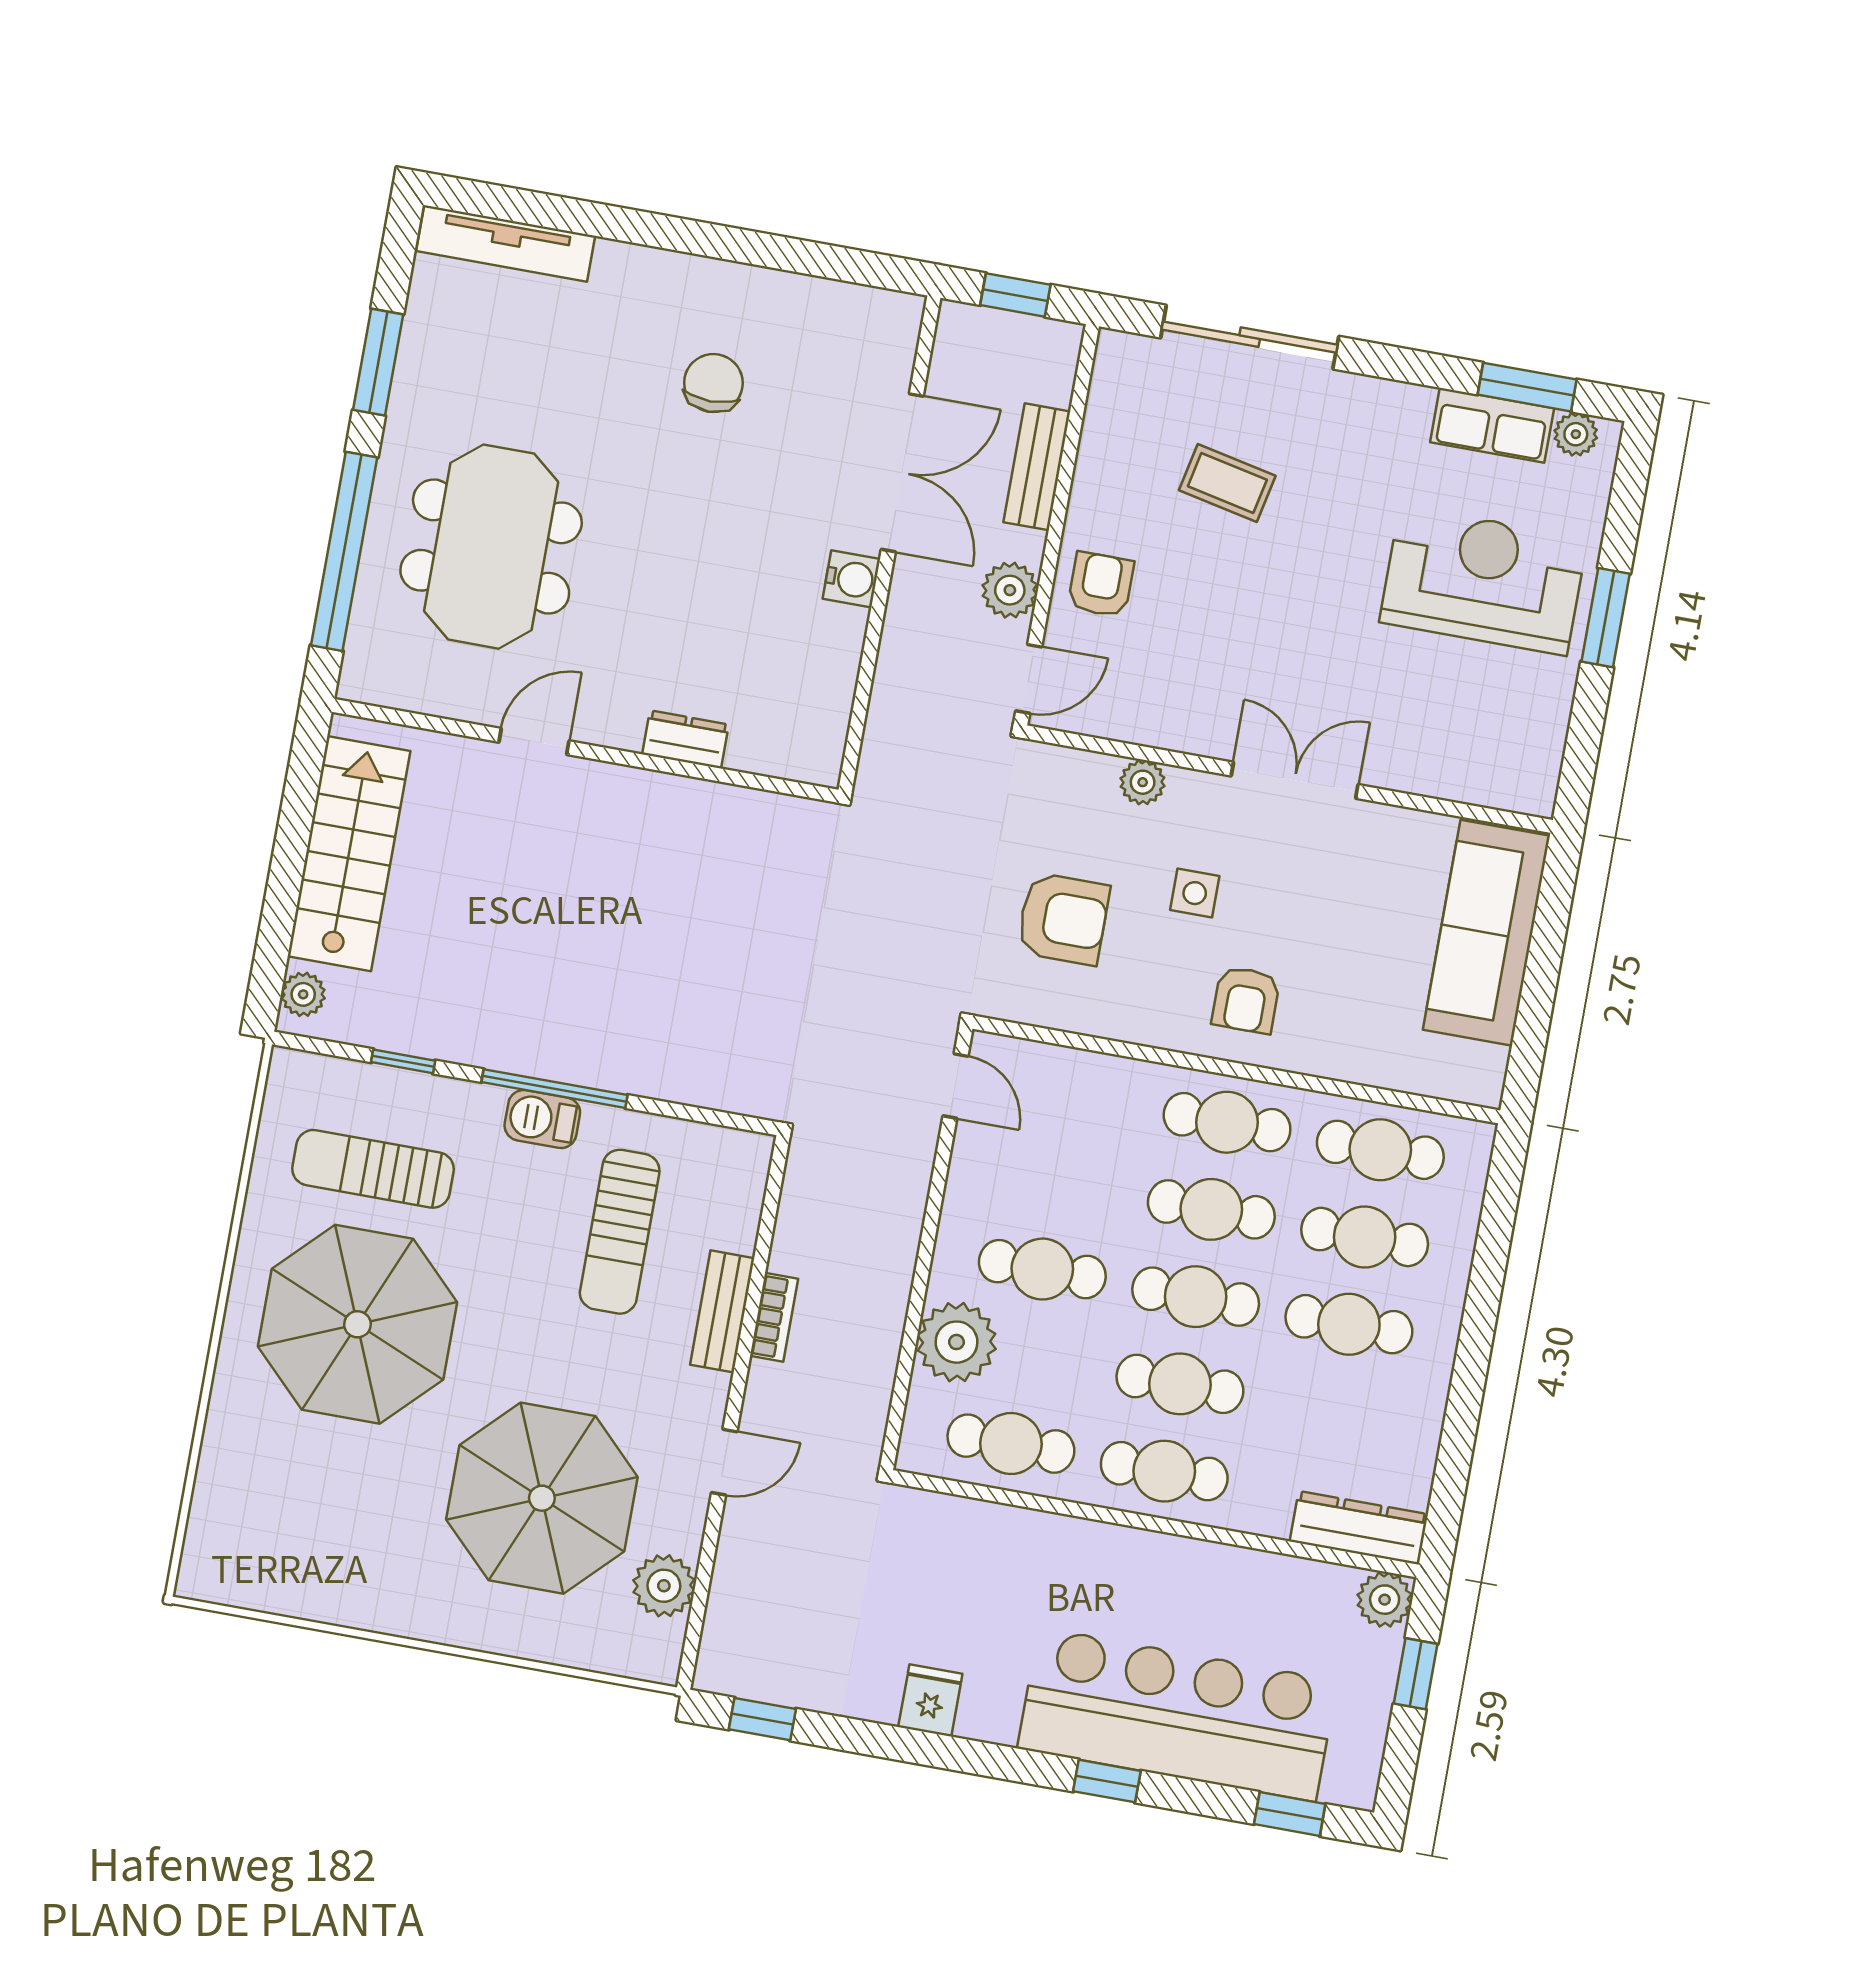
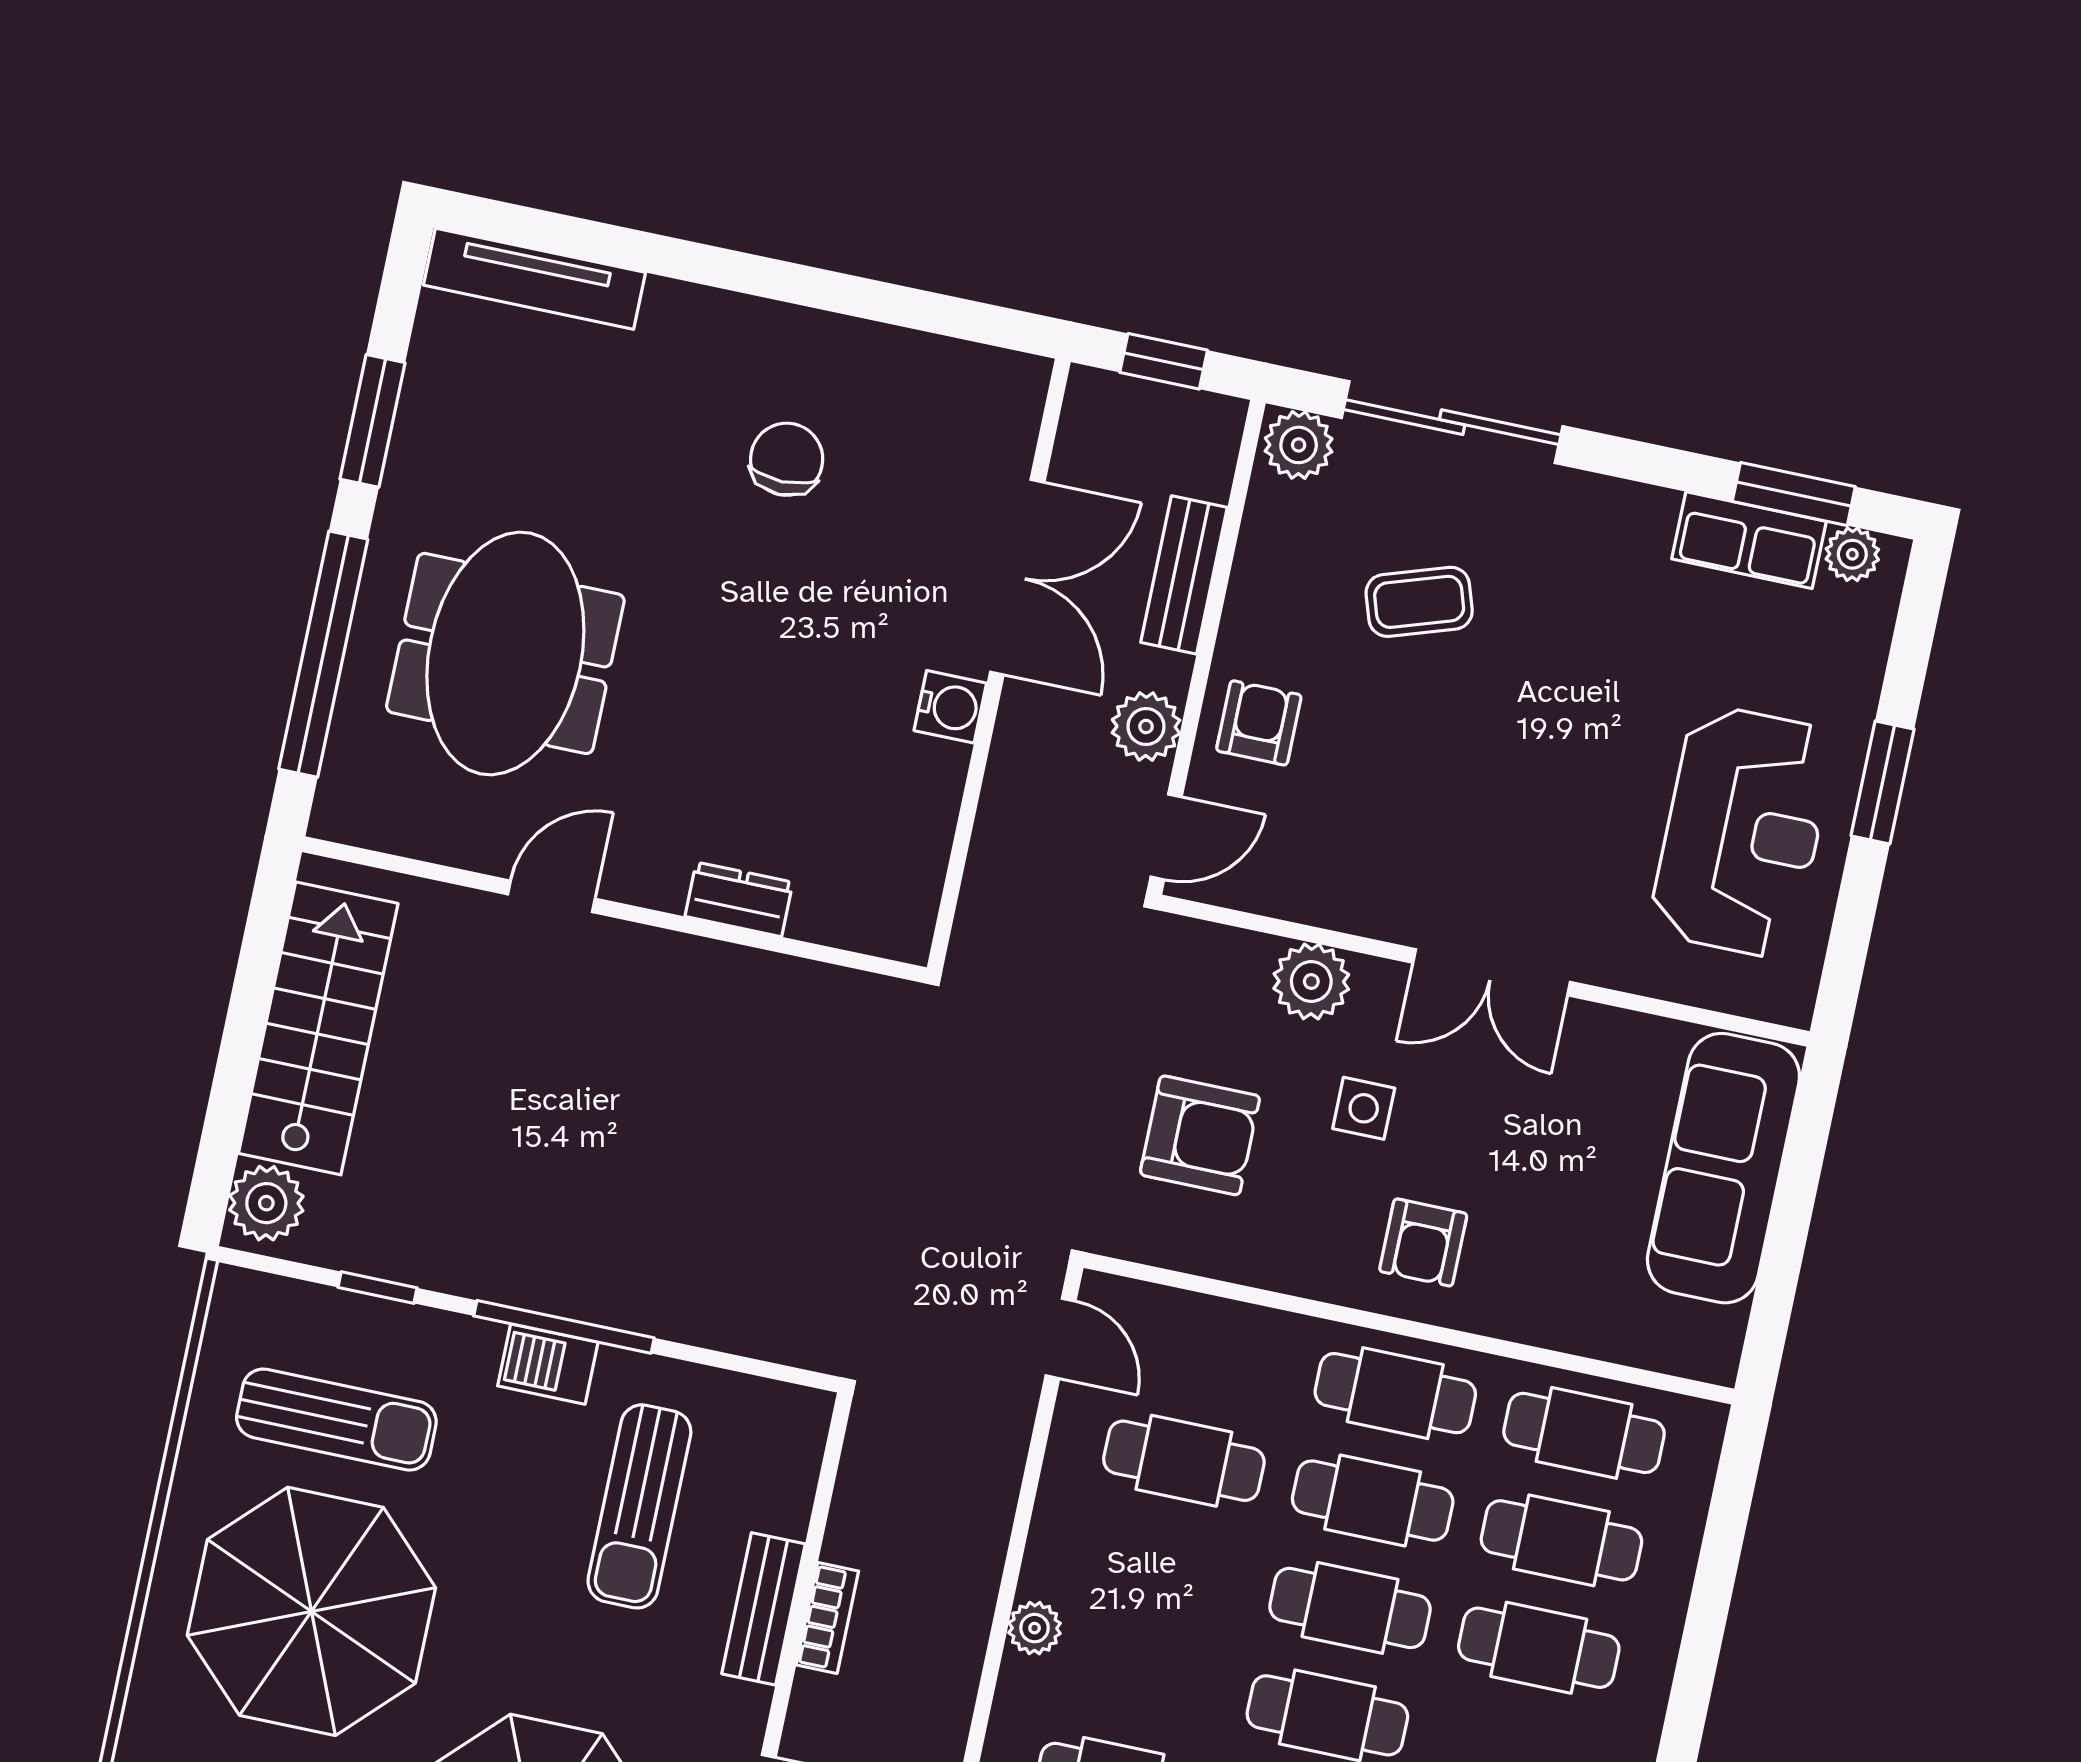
plant: (1126, 359) -> (1299, 445), added
coffee table: (1227, 483) -> (1419, 602), turned -30
reception desk: (1483, 580) -> (1743, 832), moved, turned 90
double door: (1295, 780) -> (1492, 972), swing flipped
plant: (1143, 782) -> (1311, 982), width x1.38, depth x1.38
plant: (303, 994) -> (266, 1203), width x1.38, depth x1.38
sun lounger: (373, 1169) -> (336, 1420), turned 180
cafe table: (1042, 1269) -> (1184, 1461), moved
plant: (957, 1342) -> (1035, 1628), width x0.53, depth x0.53

